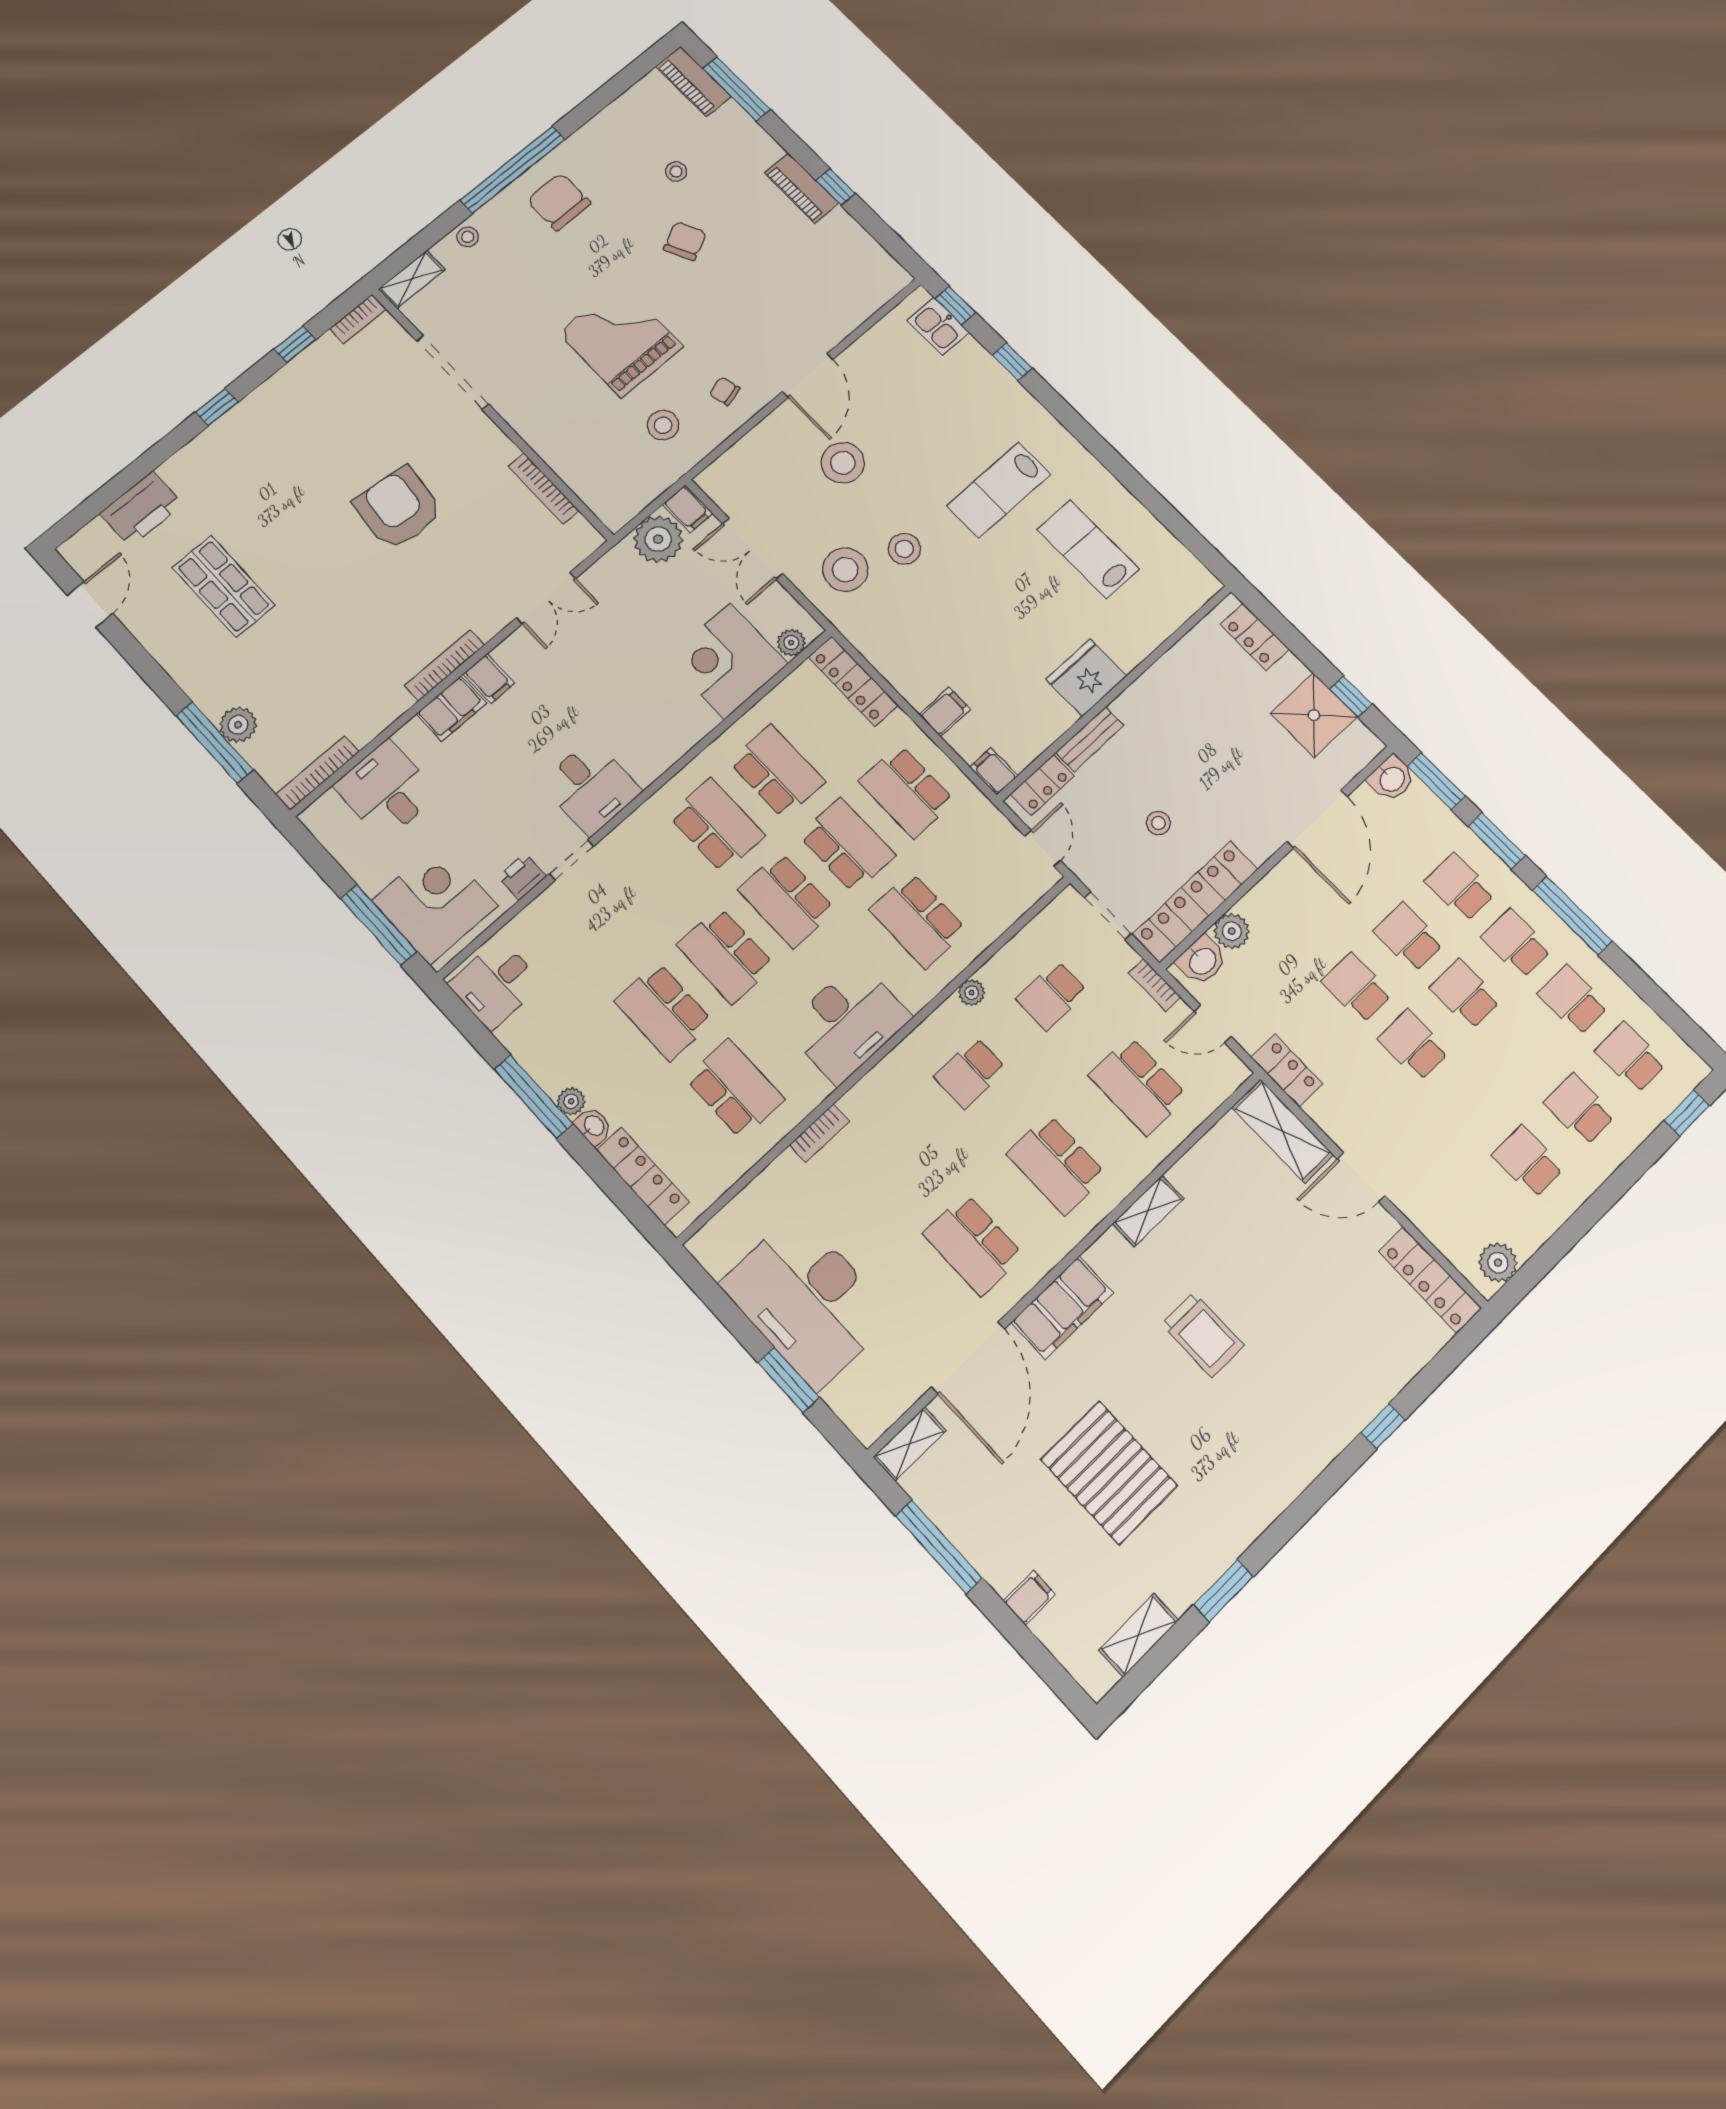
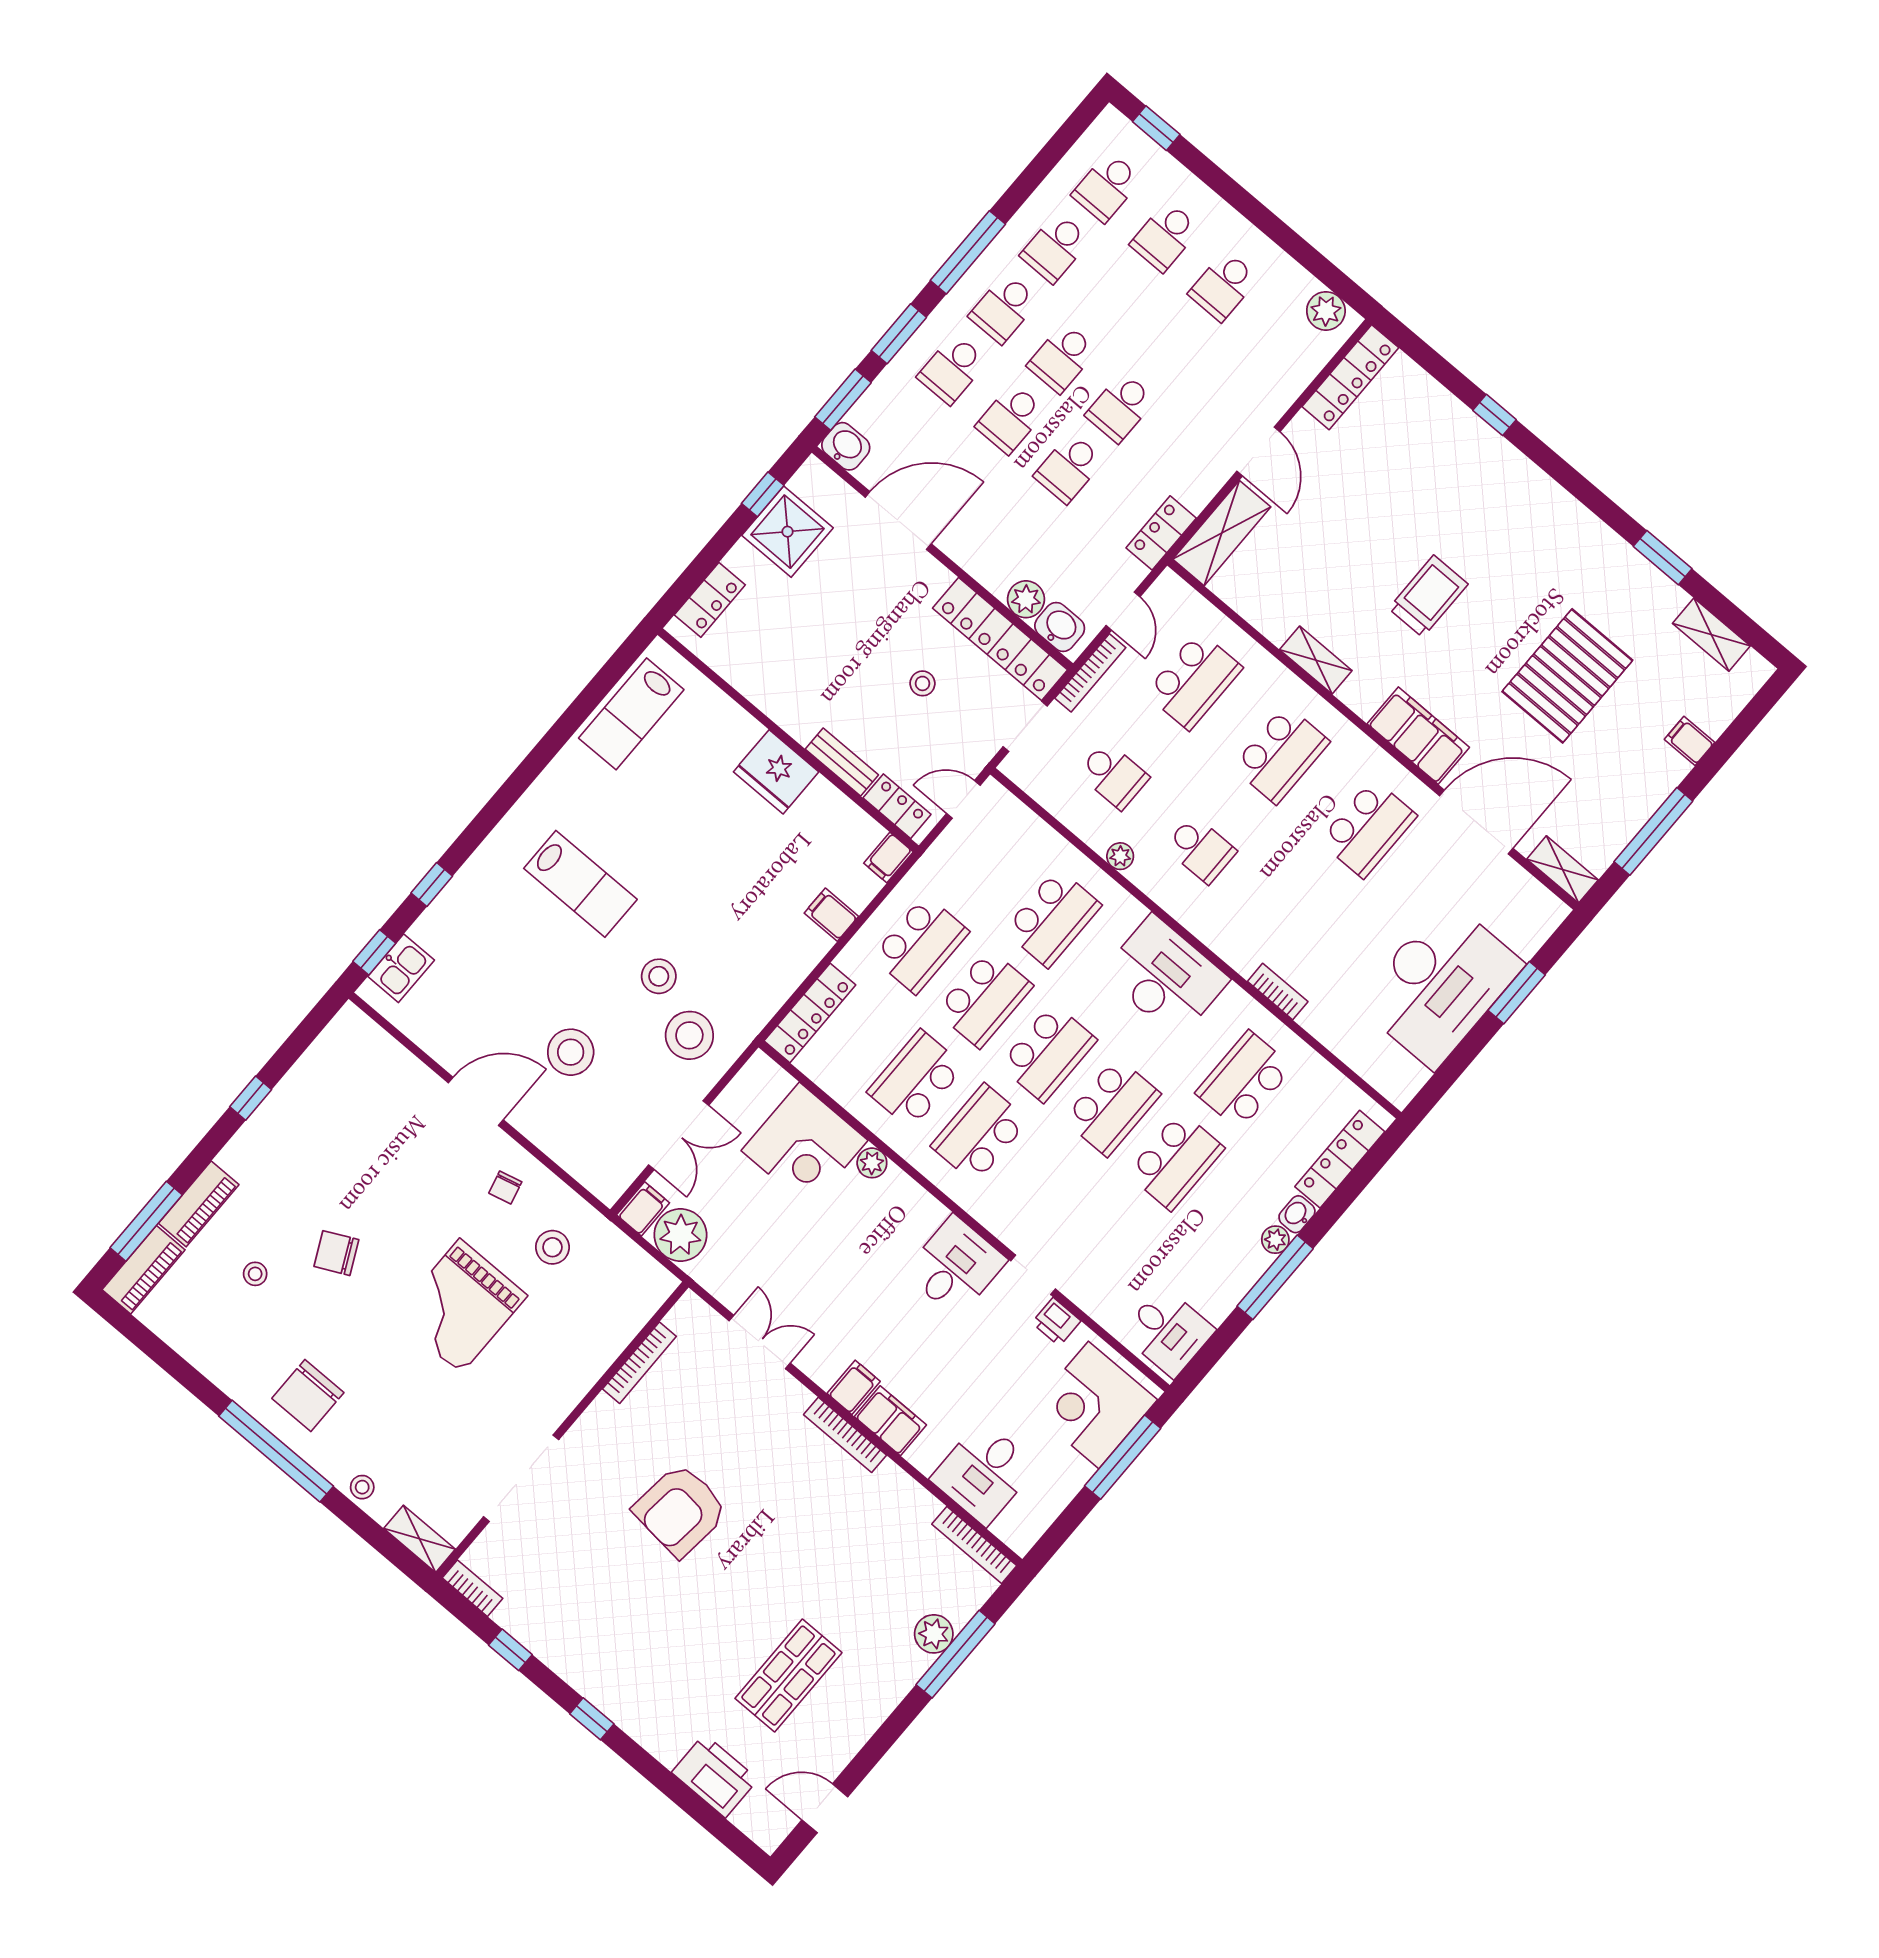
piano: (801, 188) -> (199, 1204), moved
lab bench: (1088, 549) -> (631, 714), moved
plant: (791, 643) -> (872, 1163), moved
school desk: (847, 845) -> (984, 999), turned 180
bookcase: (1155, 985) -> (1090, 673), width x1.56

